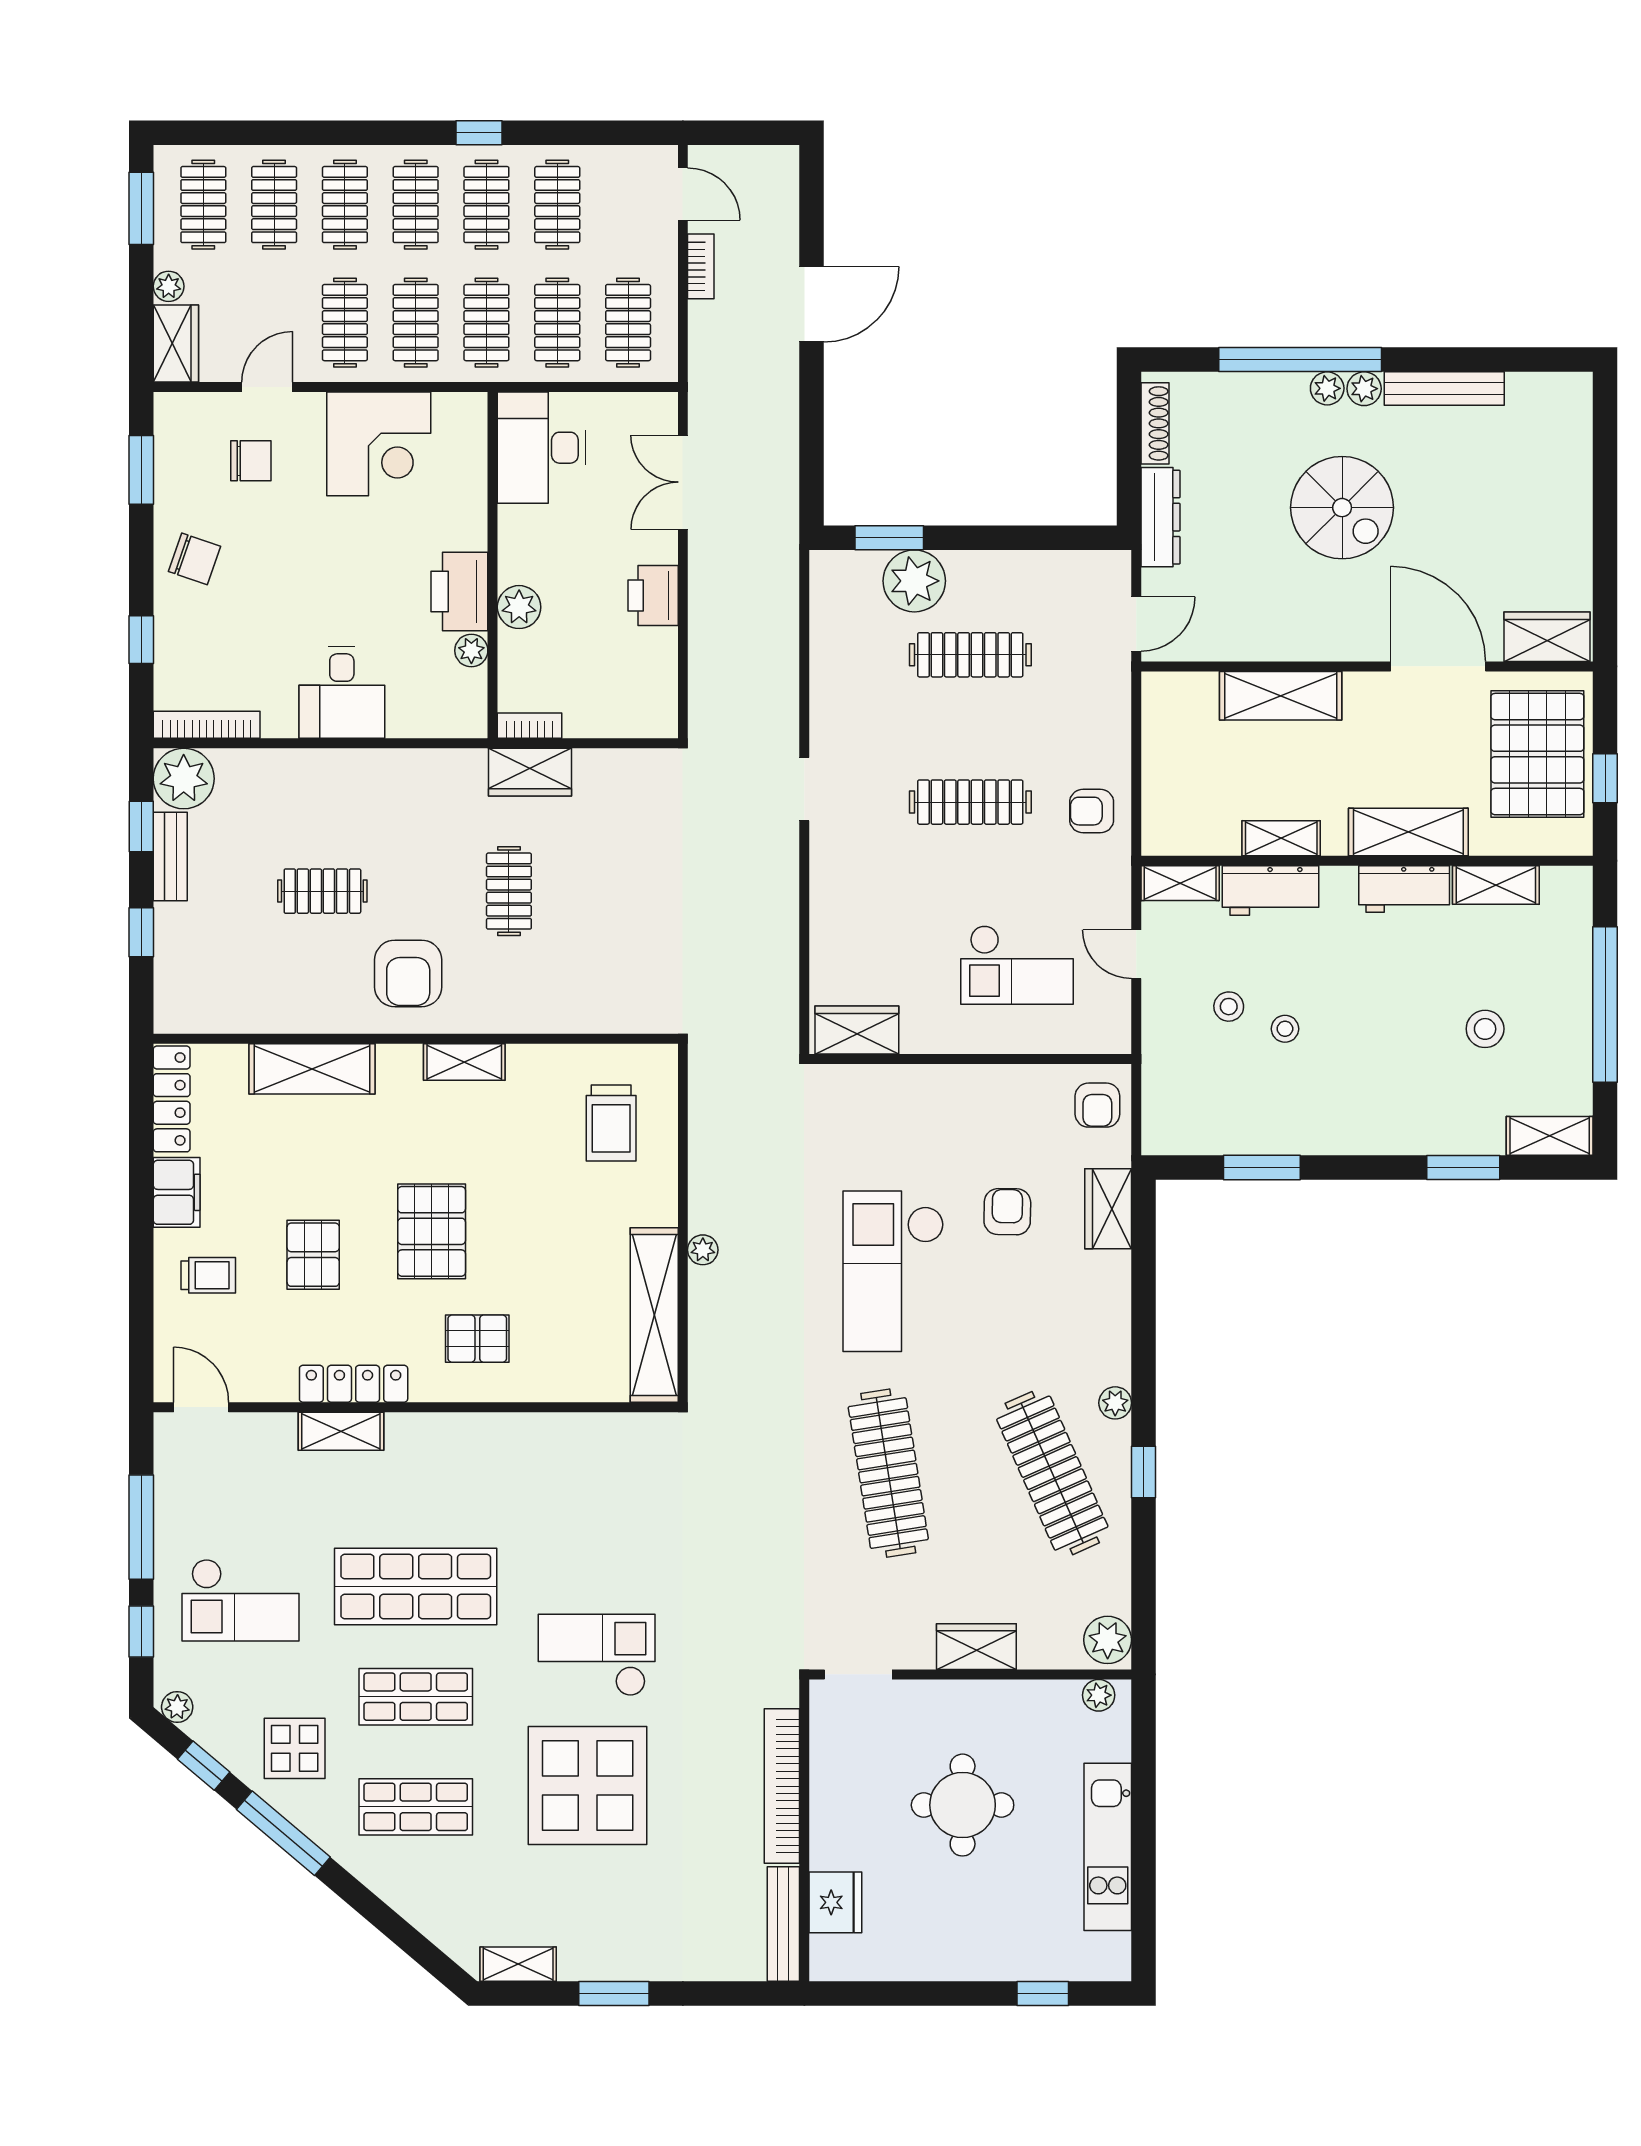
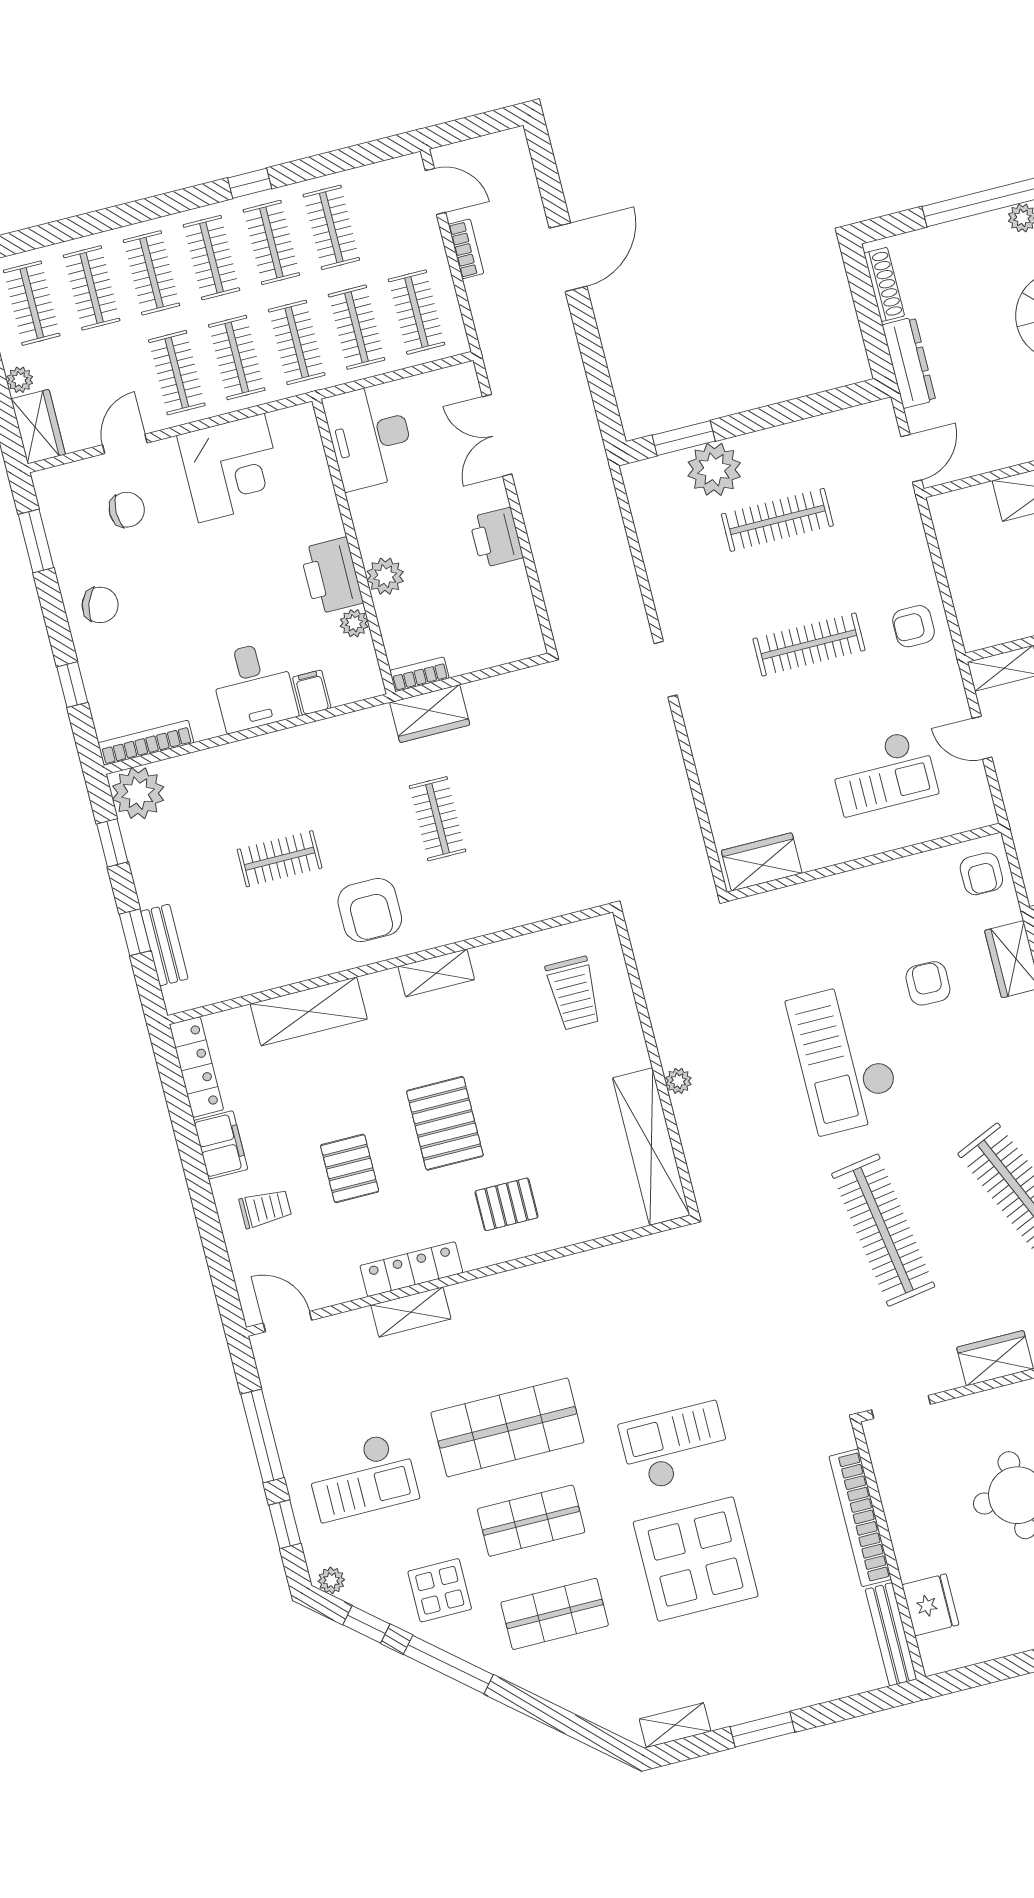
filing cabinet: (405, 716) -> (312, 693), added
bench: (170, 856) -> (164, 945), moved

